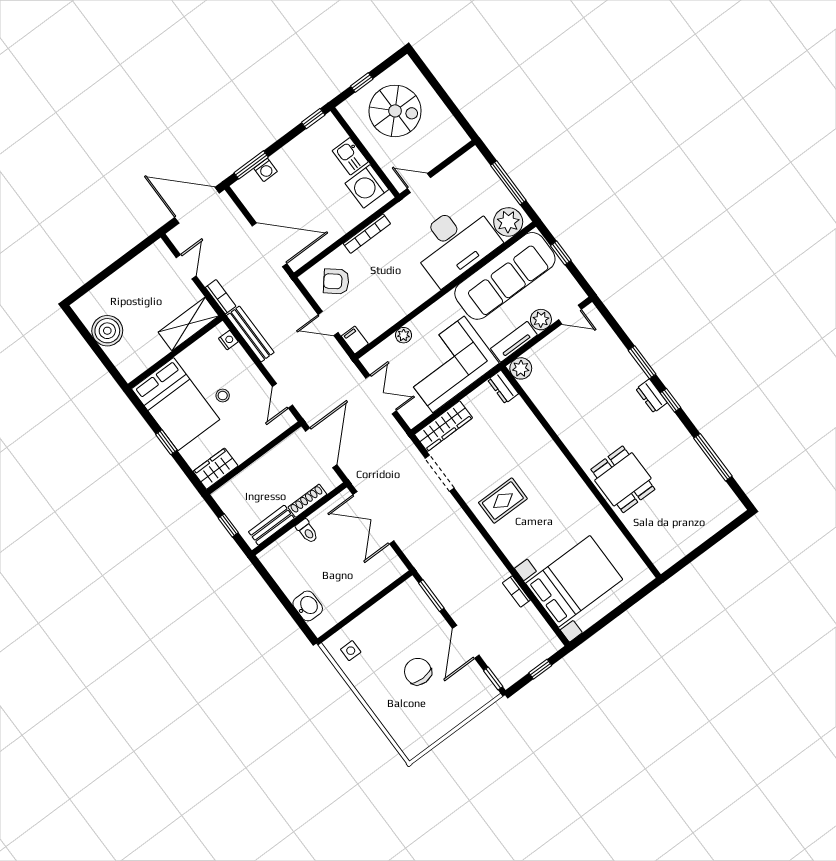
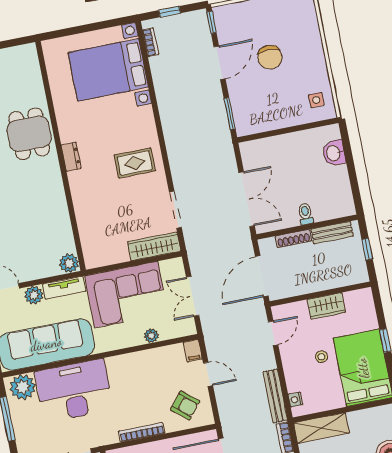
dresser: (503, 387) -> (71, 157), moved
wardrobe: (216, 469) -> (326, 306), moved
bookcase: (516, 591) -> (151, 42), moved

